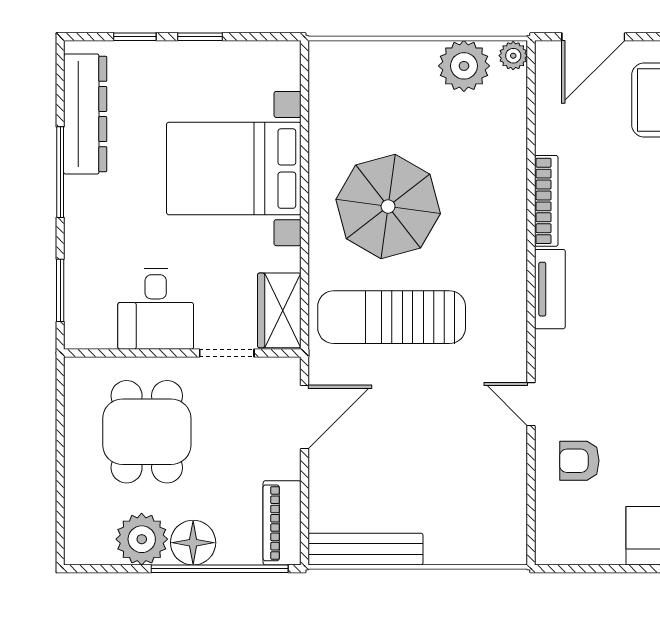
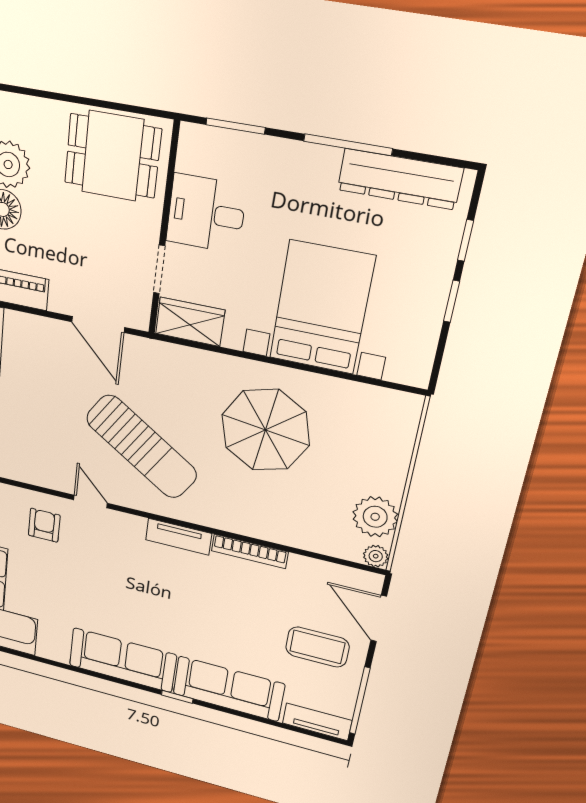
sun lounger: (392, 317) -> (141, 447), moved, turned 123
door: (531, 404) -> (90, 501), hinge flipped
dining table: (147, 432) -> (113, 156), moved

